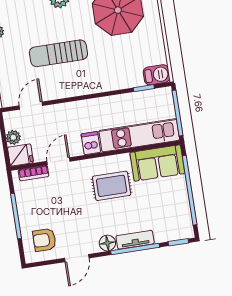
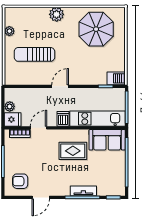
sun lounger: (58, 53) -> (34, 54), moved
door: (31, 106) -> (60, 86), moved
floor lamp: (107, 243) -> (64, 190), removed

